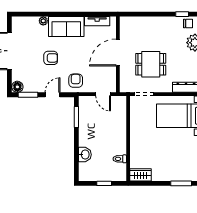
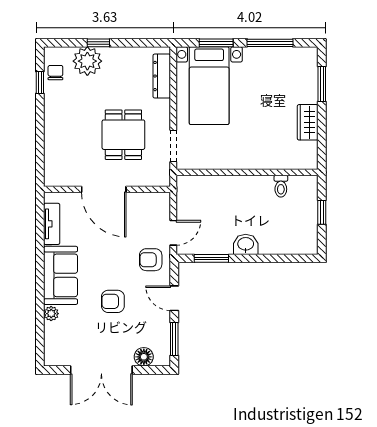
armchair: (51, 58) -> (113, 301), turned -90
floor lamp: (17, 87) -> (144, 357), moved
door: (103, 94) -> (173, 233), moved
washbasin: (85, 155) -> (246, 244), moved
wardrobe: (141, 175) -> (308, 122), moved

